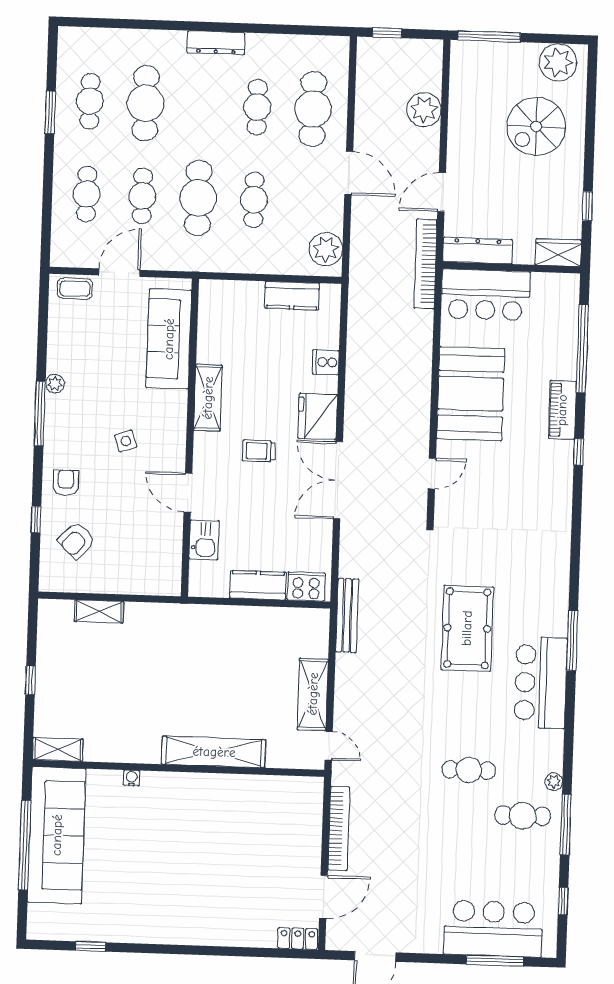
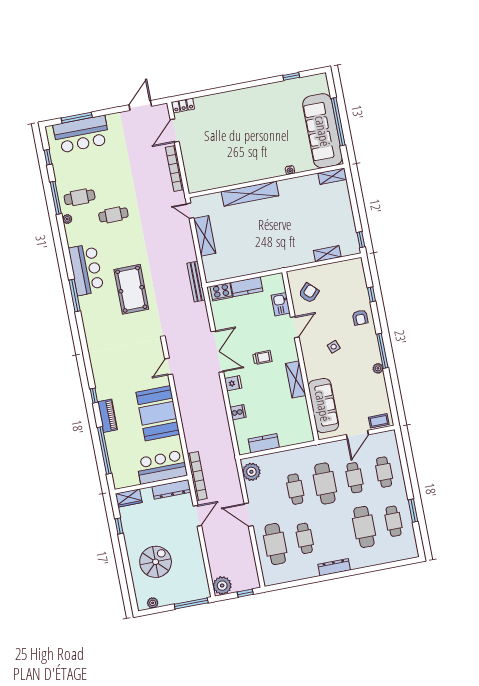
plant: (558, 62) -> (153, 603), width x0.53, depth x0.53
plant: (424, 110) -> (222, 586), moved
fridge: (318, 416) -> (233, 383), width x0.53, depth x0.75
door: (188, 492) -> (295, 327), hinge flipped
armchair: (77, 540) -> (309, 293), moved
window: (30, 680) -> (361, 240), moved

